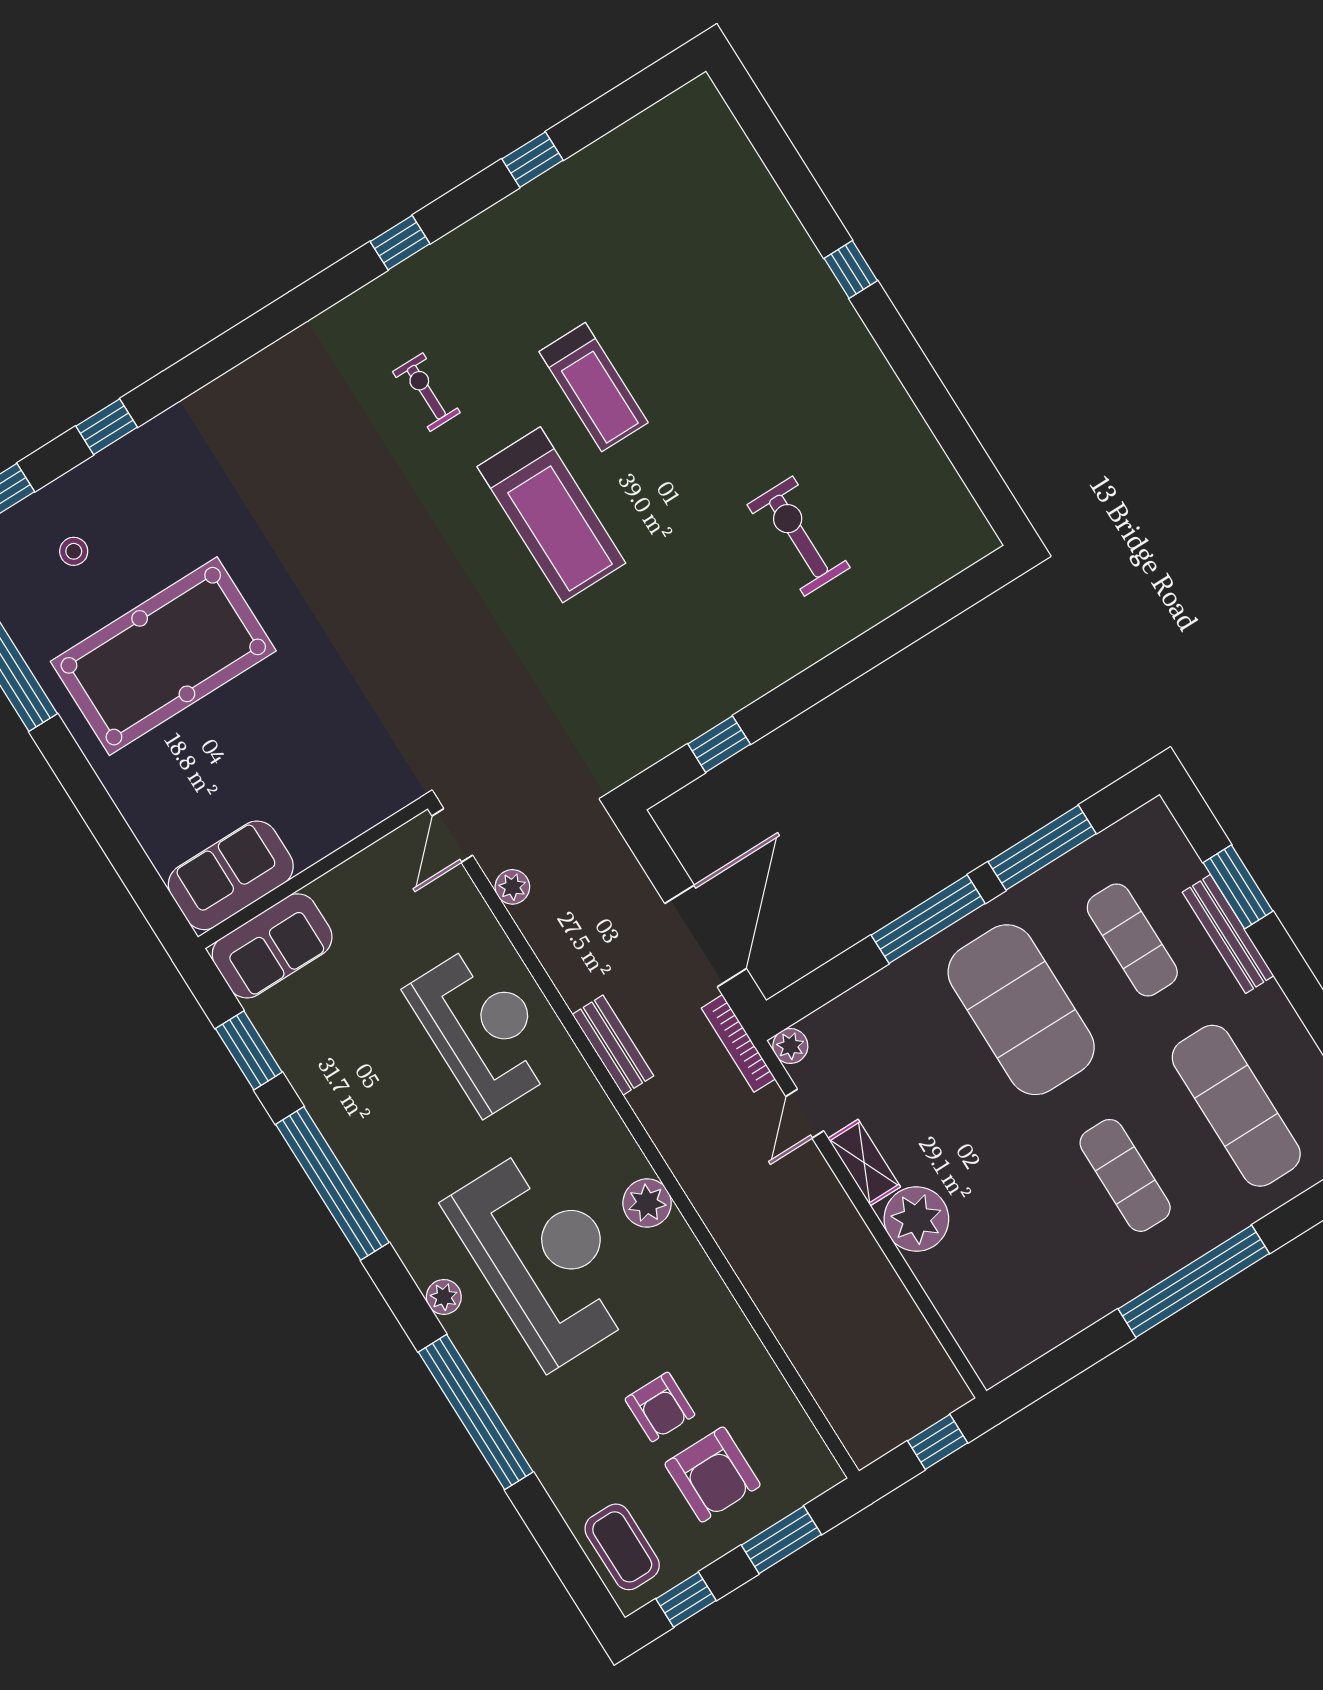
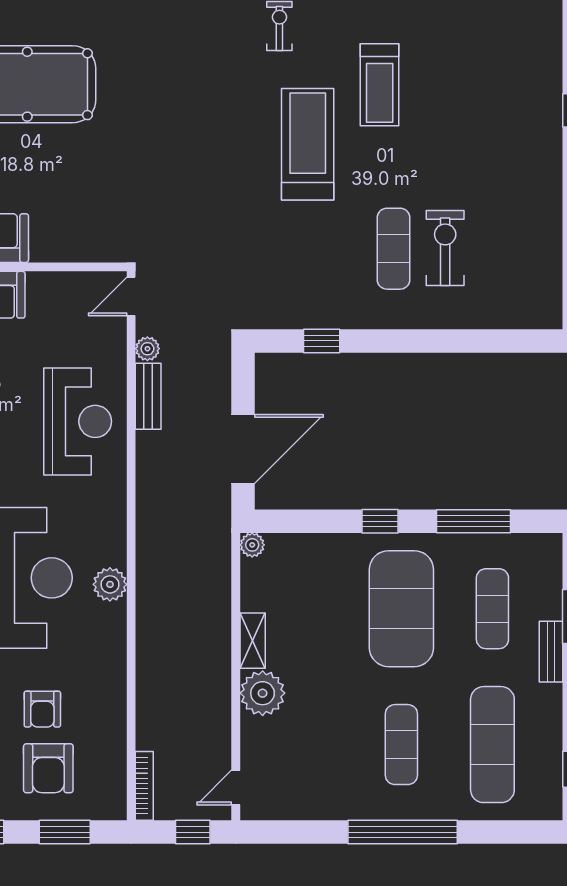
treadmill: (551, 515) -> (308, 144), turned 180
exercise mat: (736, 576) -> (394, 249), added
window: (928, 919) -> (380, 521), width x0.46
bench: (1228, 934) -> (551, 652), width x0.73
bookcase: (738, 1043) -> (144, 786), moved, turned 180
bench: (613, 1045) -> (148, 396), moved
door: (805, 1114) -> (236, 787), moved

